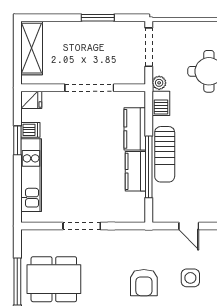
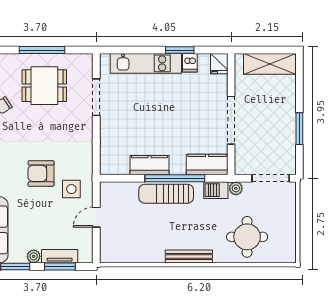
kitchen counter: (135, 129) -> (207, 165), moved
window: (149, 167) -> (175, 178), moved
doorway: (82, 226) -> (96, 97), moved
side table: (190, 278) -> (71, 189), moved
dining table: (54, 279) -> (44, 86), width x0.73

